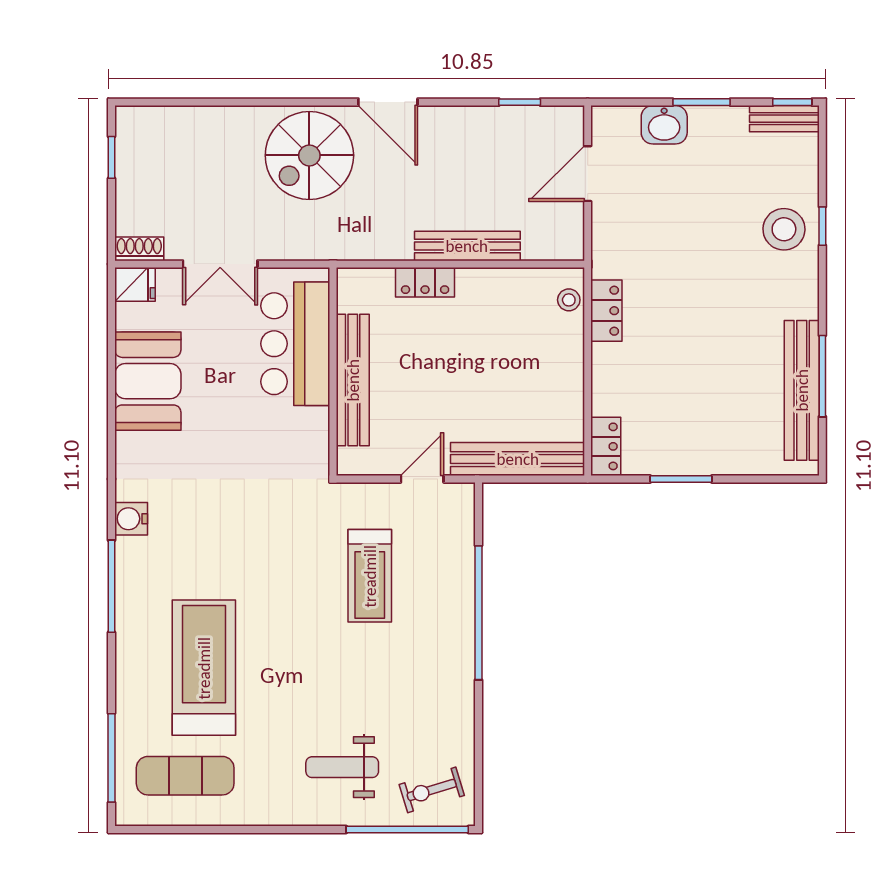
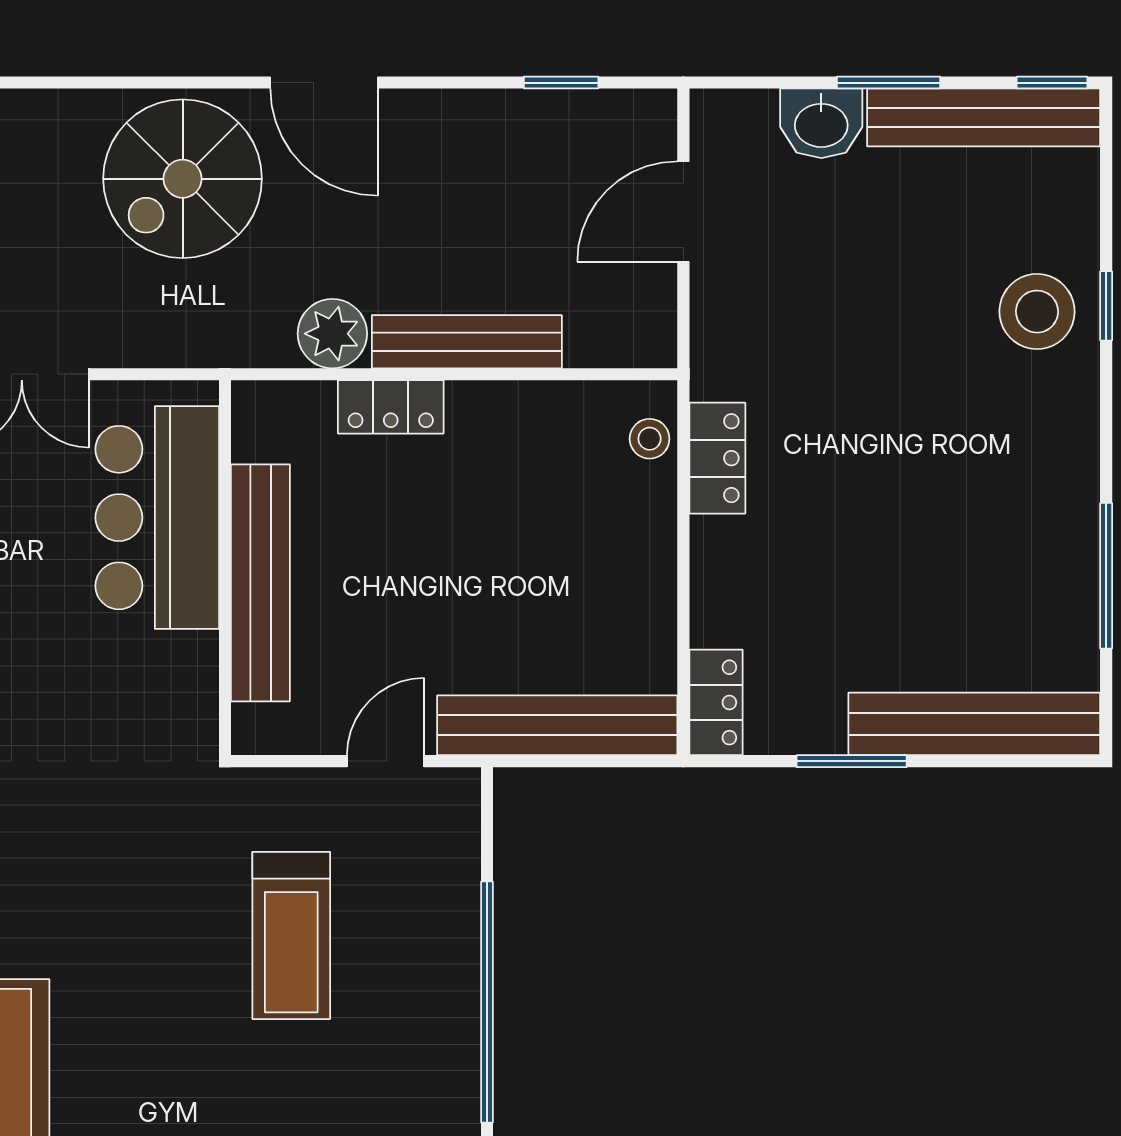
bench: (784, 119) -> (984, 117), width x1.86, depth x1.21
plant: (393, 242) -> (332, 334), added
bench: (802, 390) -> (974, 724), moved, turned 90

